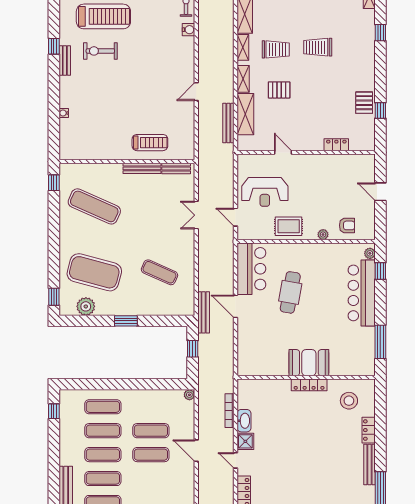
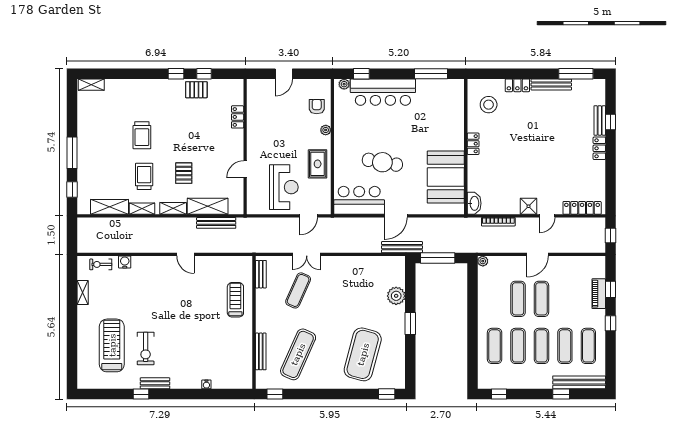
window: (380, 33) -> (176, 74), moved
bench: (142, 168) -> (261, 351), moved
exercise mat: (159, 272) -> (298, 290), moved
plant: (86, 306) -> (396, 296), moved
window: (193, 349) -> (438, 258), width x2.17
booth: (309, 363) -> (446, 177), moved, width x1.36, depth x1.42
locker: (309, 385) -> (473, 144), width x0.66
washbasin: (244, 421) -> (474, 203), moved, turned 90
window: (54, 475) -> (561, 394), added

